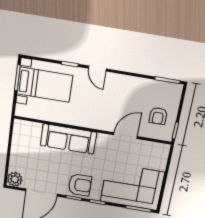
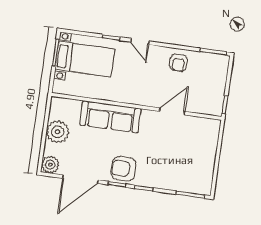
armchair: (158, 116) -> (178, 63), moved
plant: (21, 151) -> (58, 132), added
armchair: (80, 185) -> (124, 169), turned 180
corner sofa: (132, 187) -> (182, 169), removed

